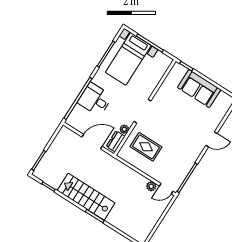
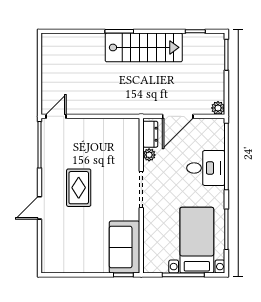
sofa: (199, 89) -> (125, 247), moved, turned -90
rug: (146, 147) -> (79, 188), moved, turned 90
plant: (151, 186) -> (218, 108), moved

